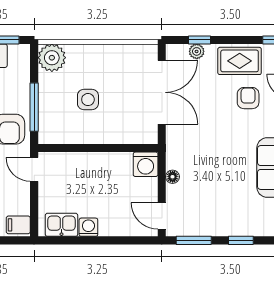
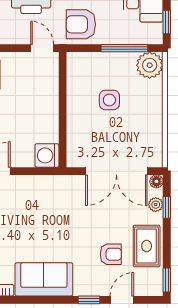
window: (34, 107) -> (124, 48), moved
door: (34, 169) -> (42, 48), hinge flipped
floor lamp: (173, 177) -> (156, 181), moved

